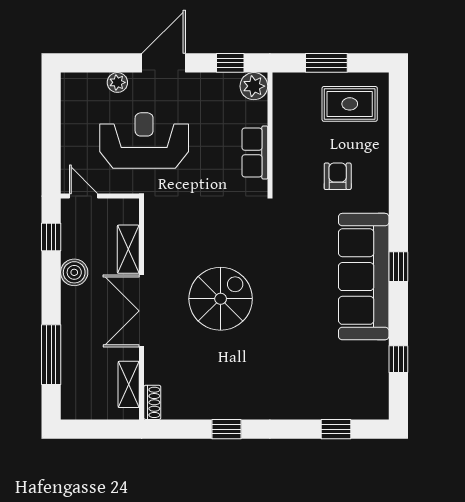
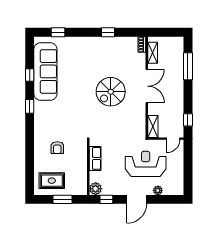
reception desk: (144, 141) -> (146, 164), turned 180
door: (84, 196) -> (173, 139), hinge flipped
shelving: (128, 249) -> (153, 126), moved
boiler: (74, 272) -> (177, 104), removed
sofa: (364, 277) -> (45, 71), moved
window: (398, 359) -> (30, 75), moved

